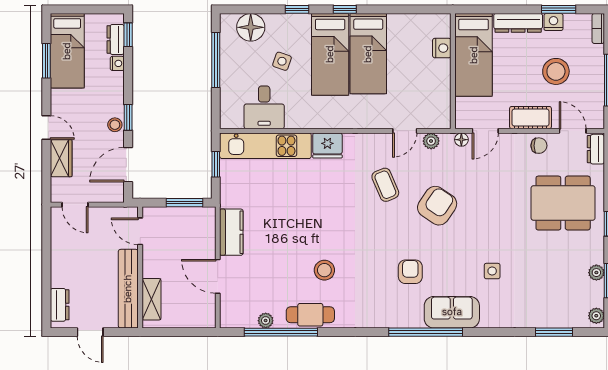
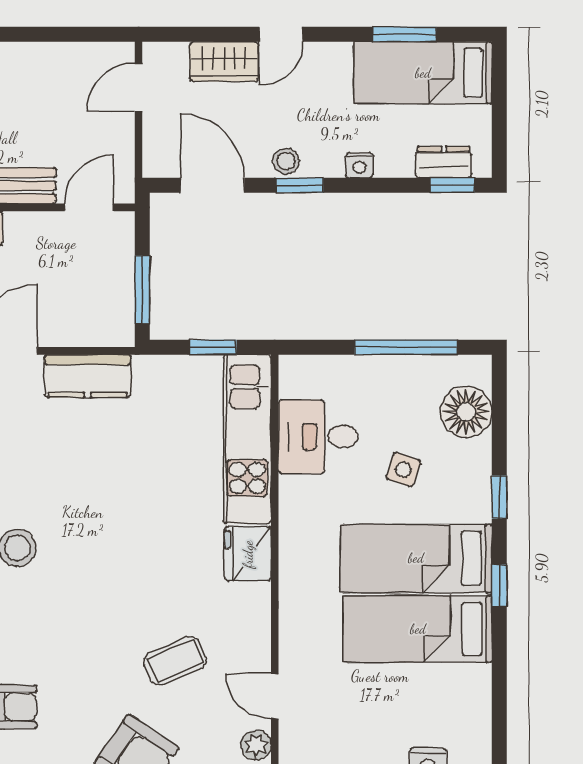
nightstand: (117, 63) -> (359, 165), moved

